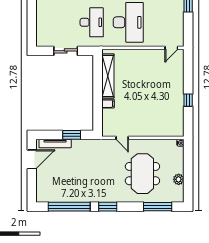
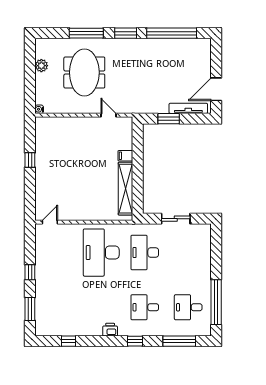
window: (158, 207) -> (86, 33), moved

